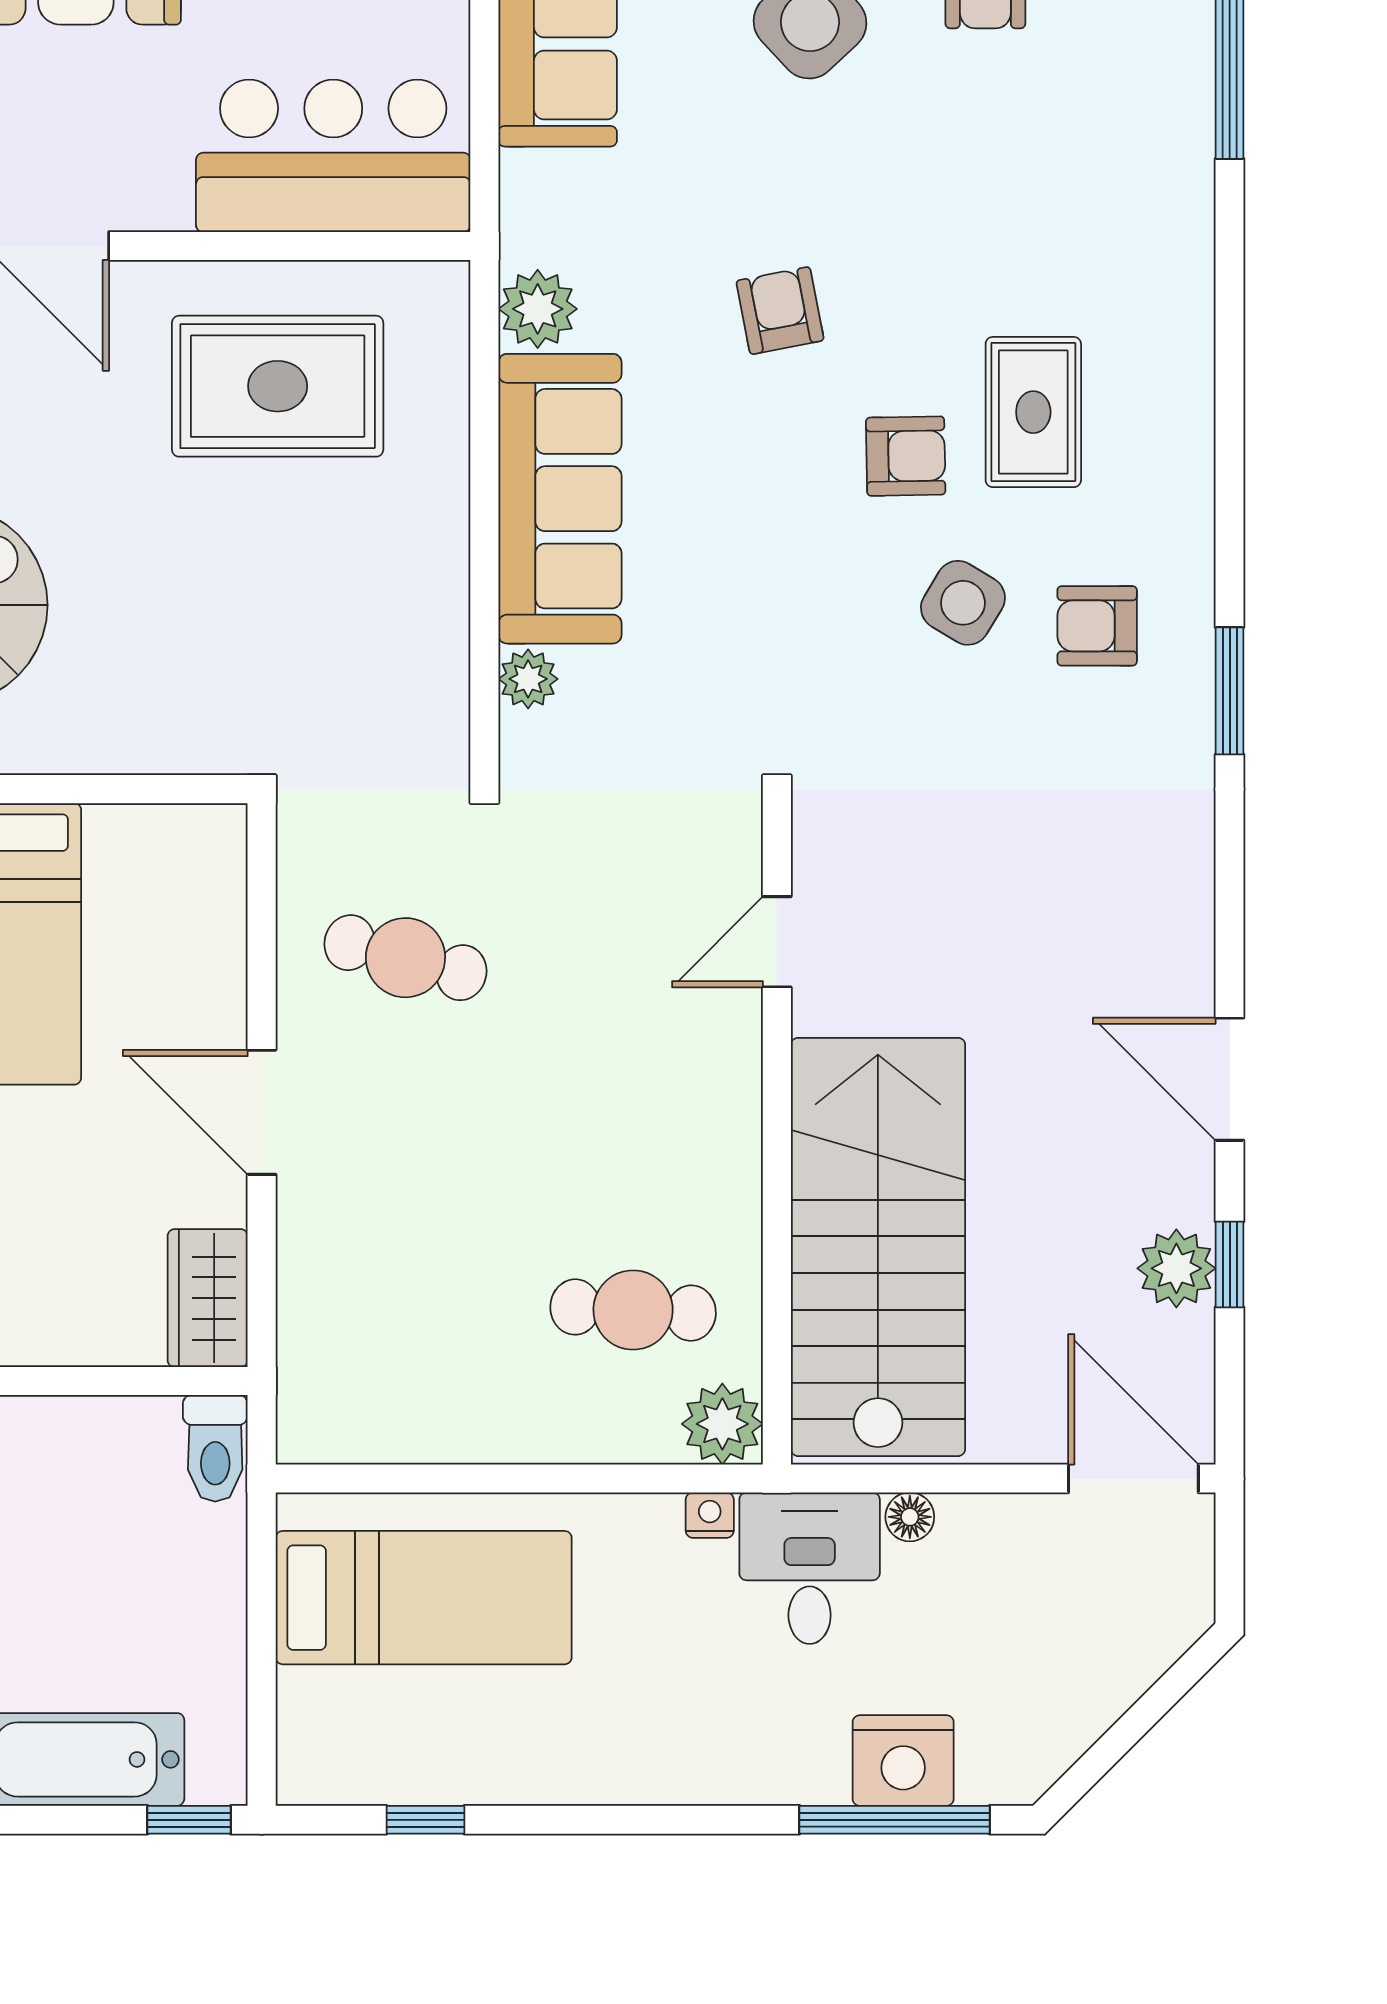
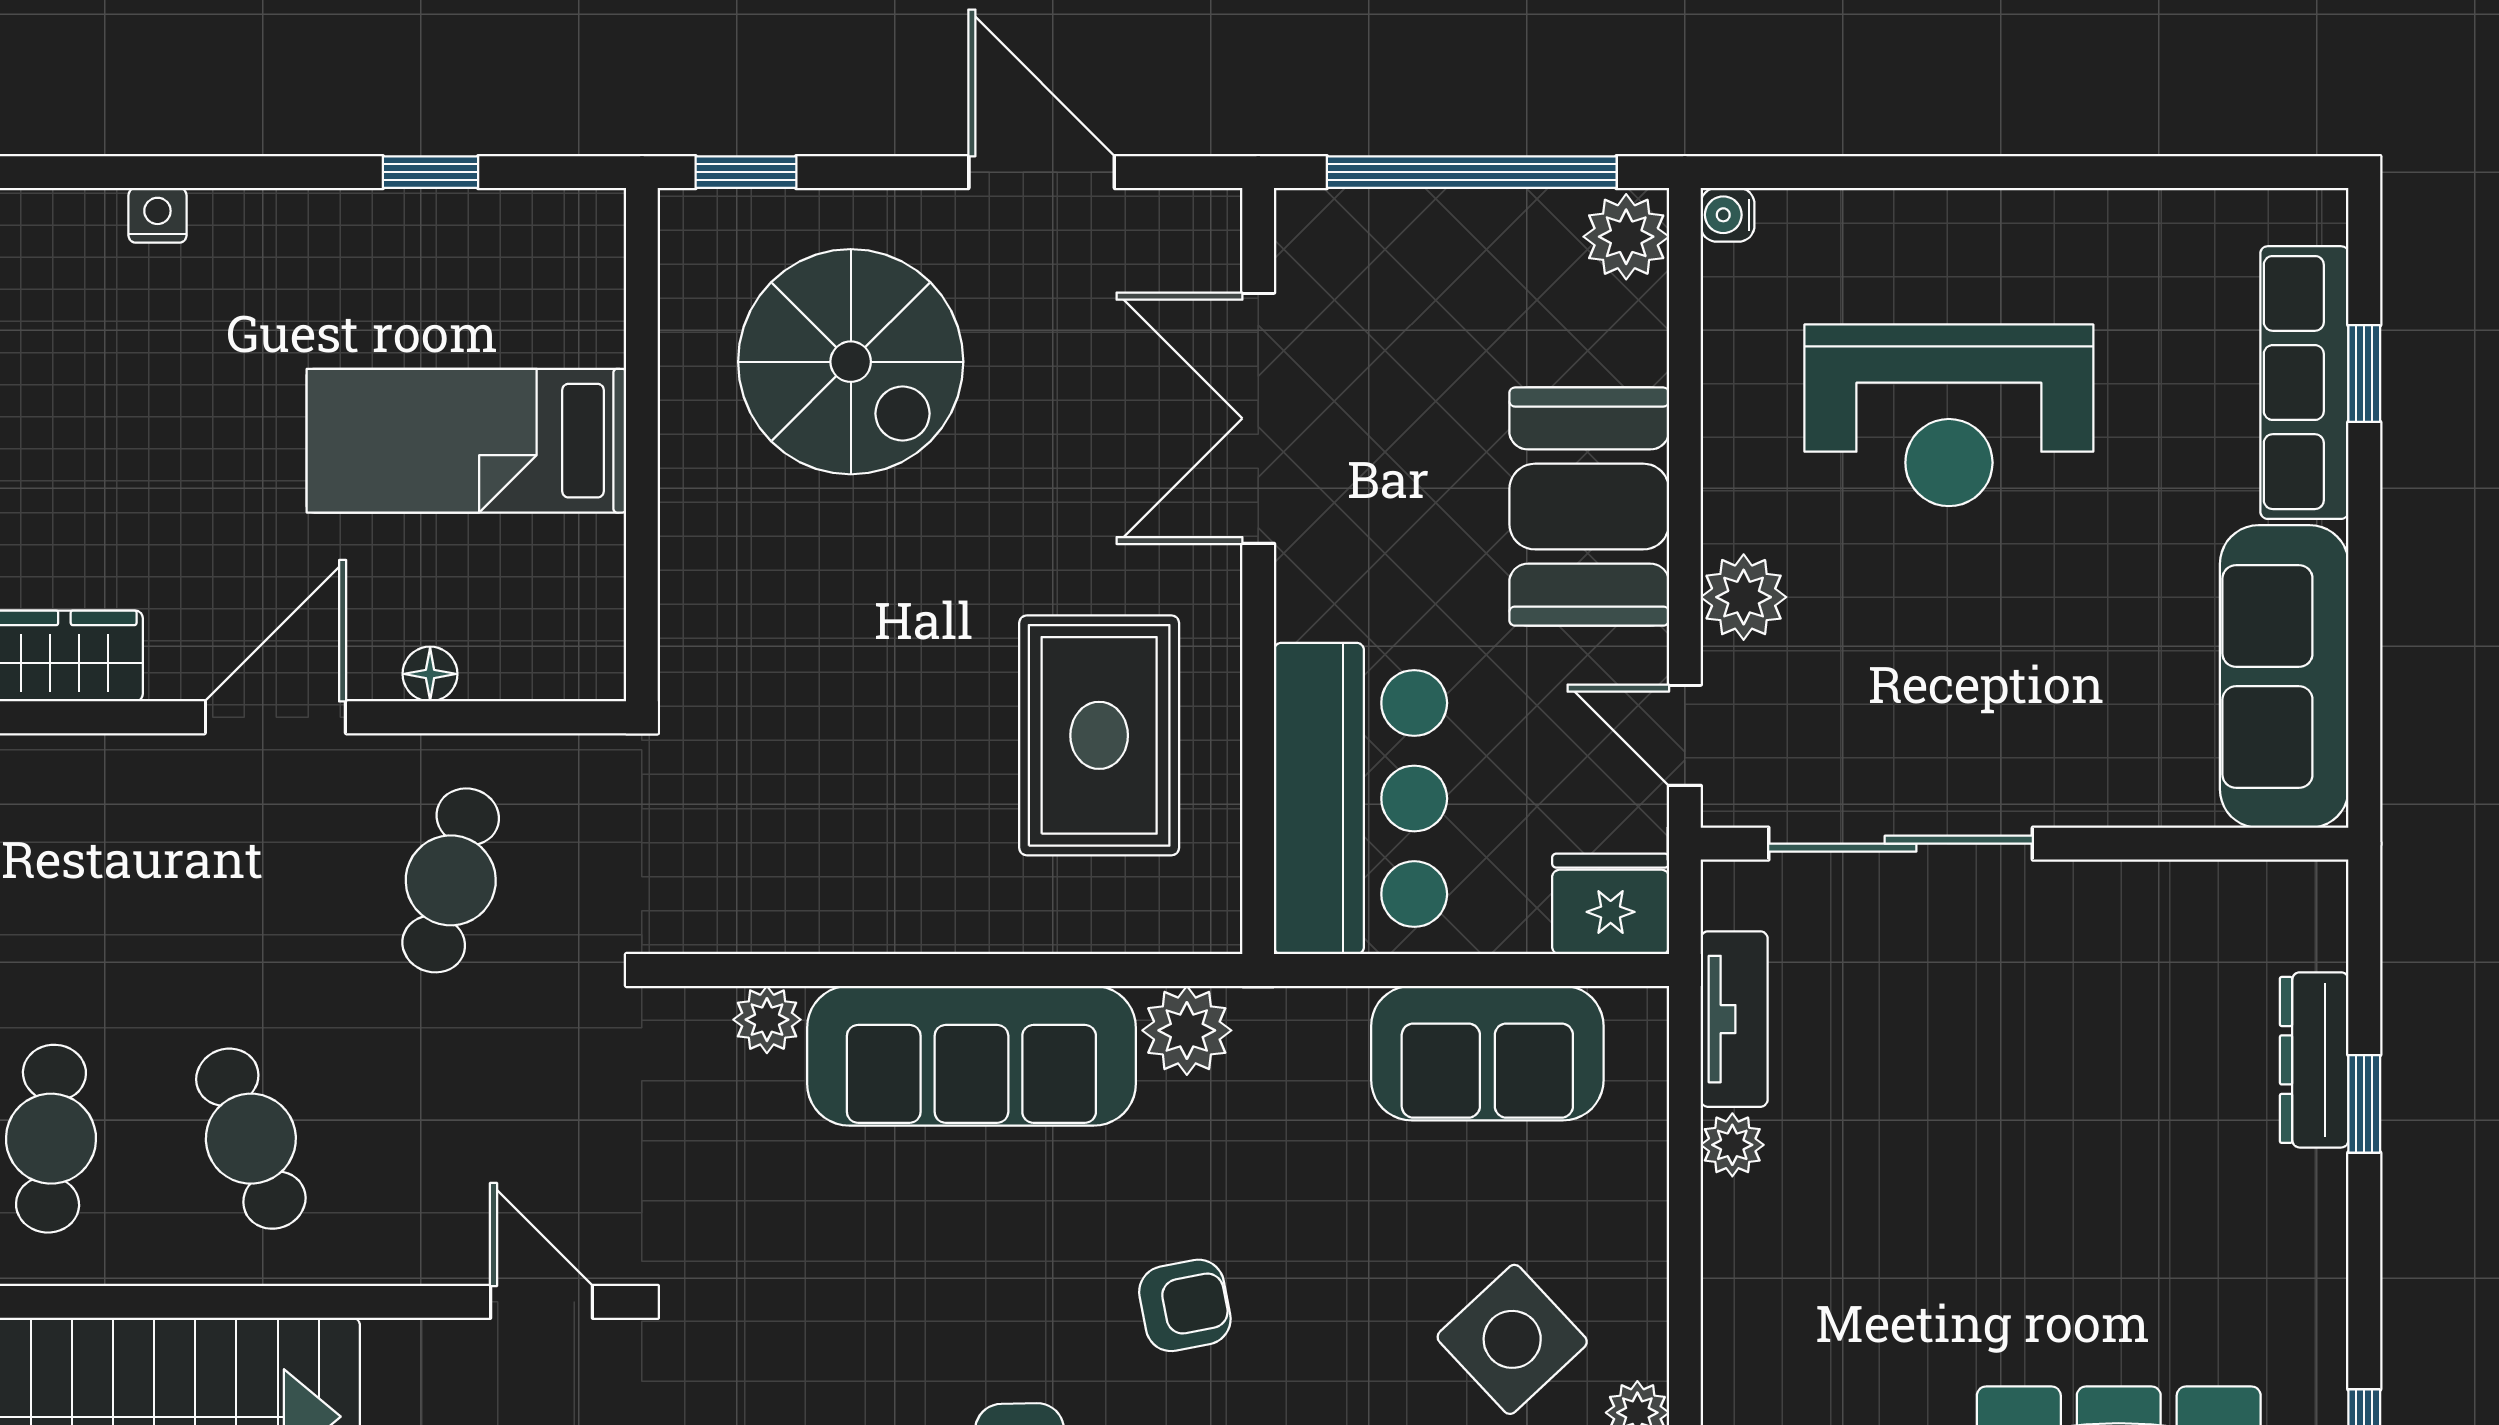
door: (777, 942) -> (542, 1302), moved
floor lamp: (223, 976) -> (430, 674), added
cafe table: (633, 1134) -> (251, 1139), added

